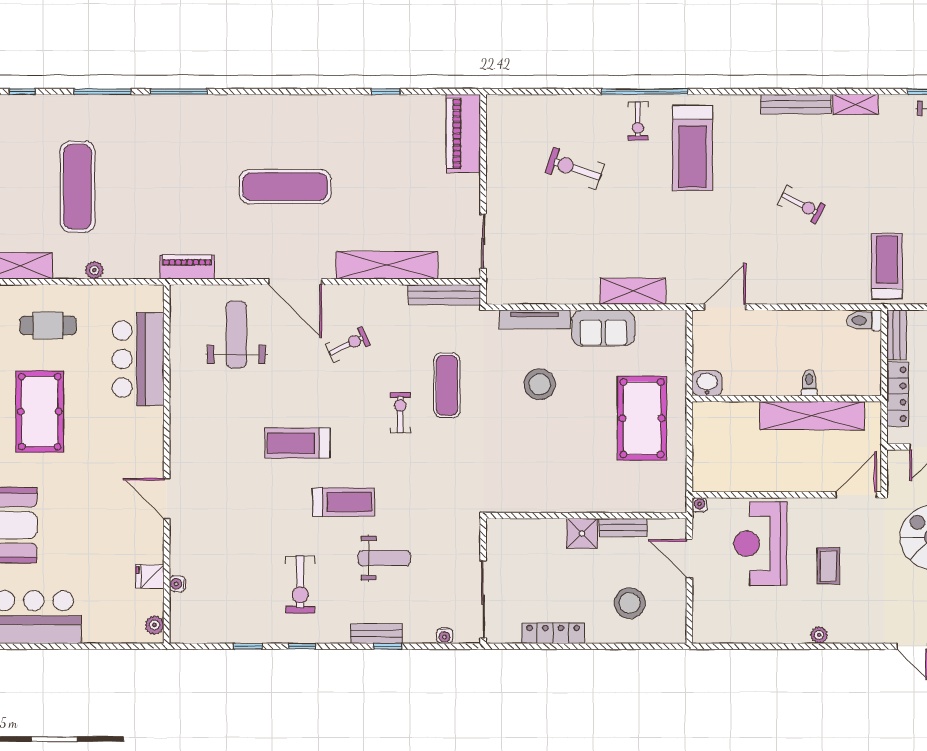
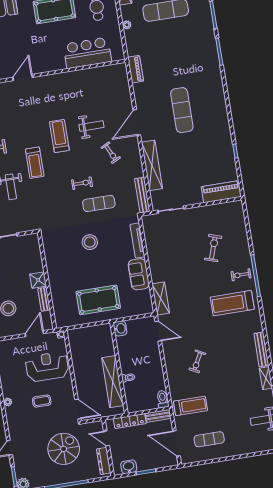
exercise bike: (801, 204) -> (197, 361), moved
shelving: (633, 291) -> (161, 299), moved
weight bench: (236, 334) -> (91, 126), moved, width x0.73, depth x0.75
stool: (540, 384) -> (90, 242), moved

